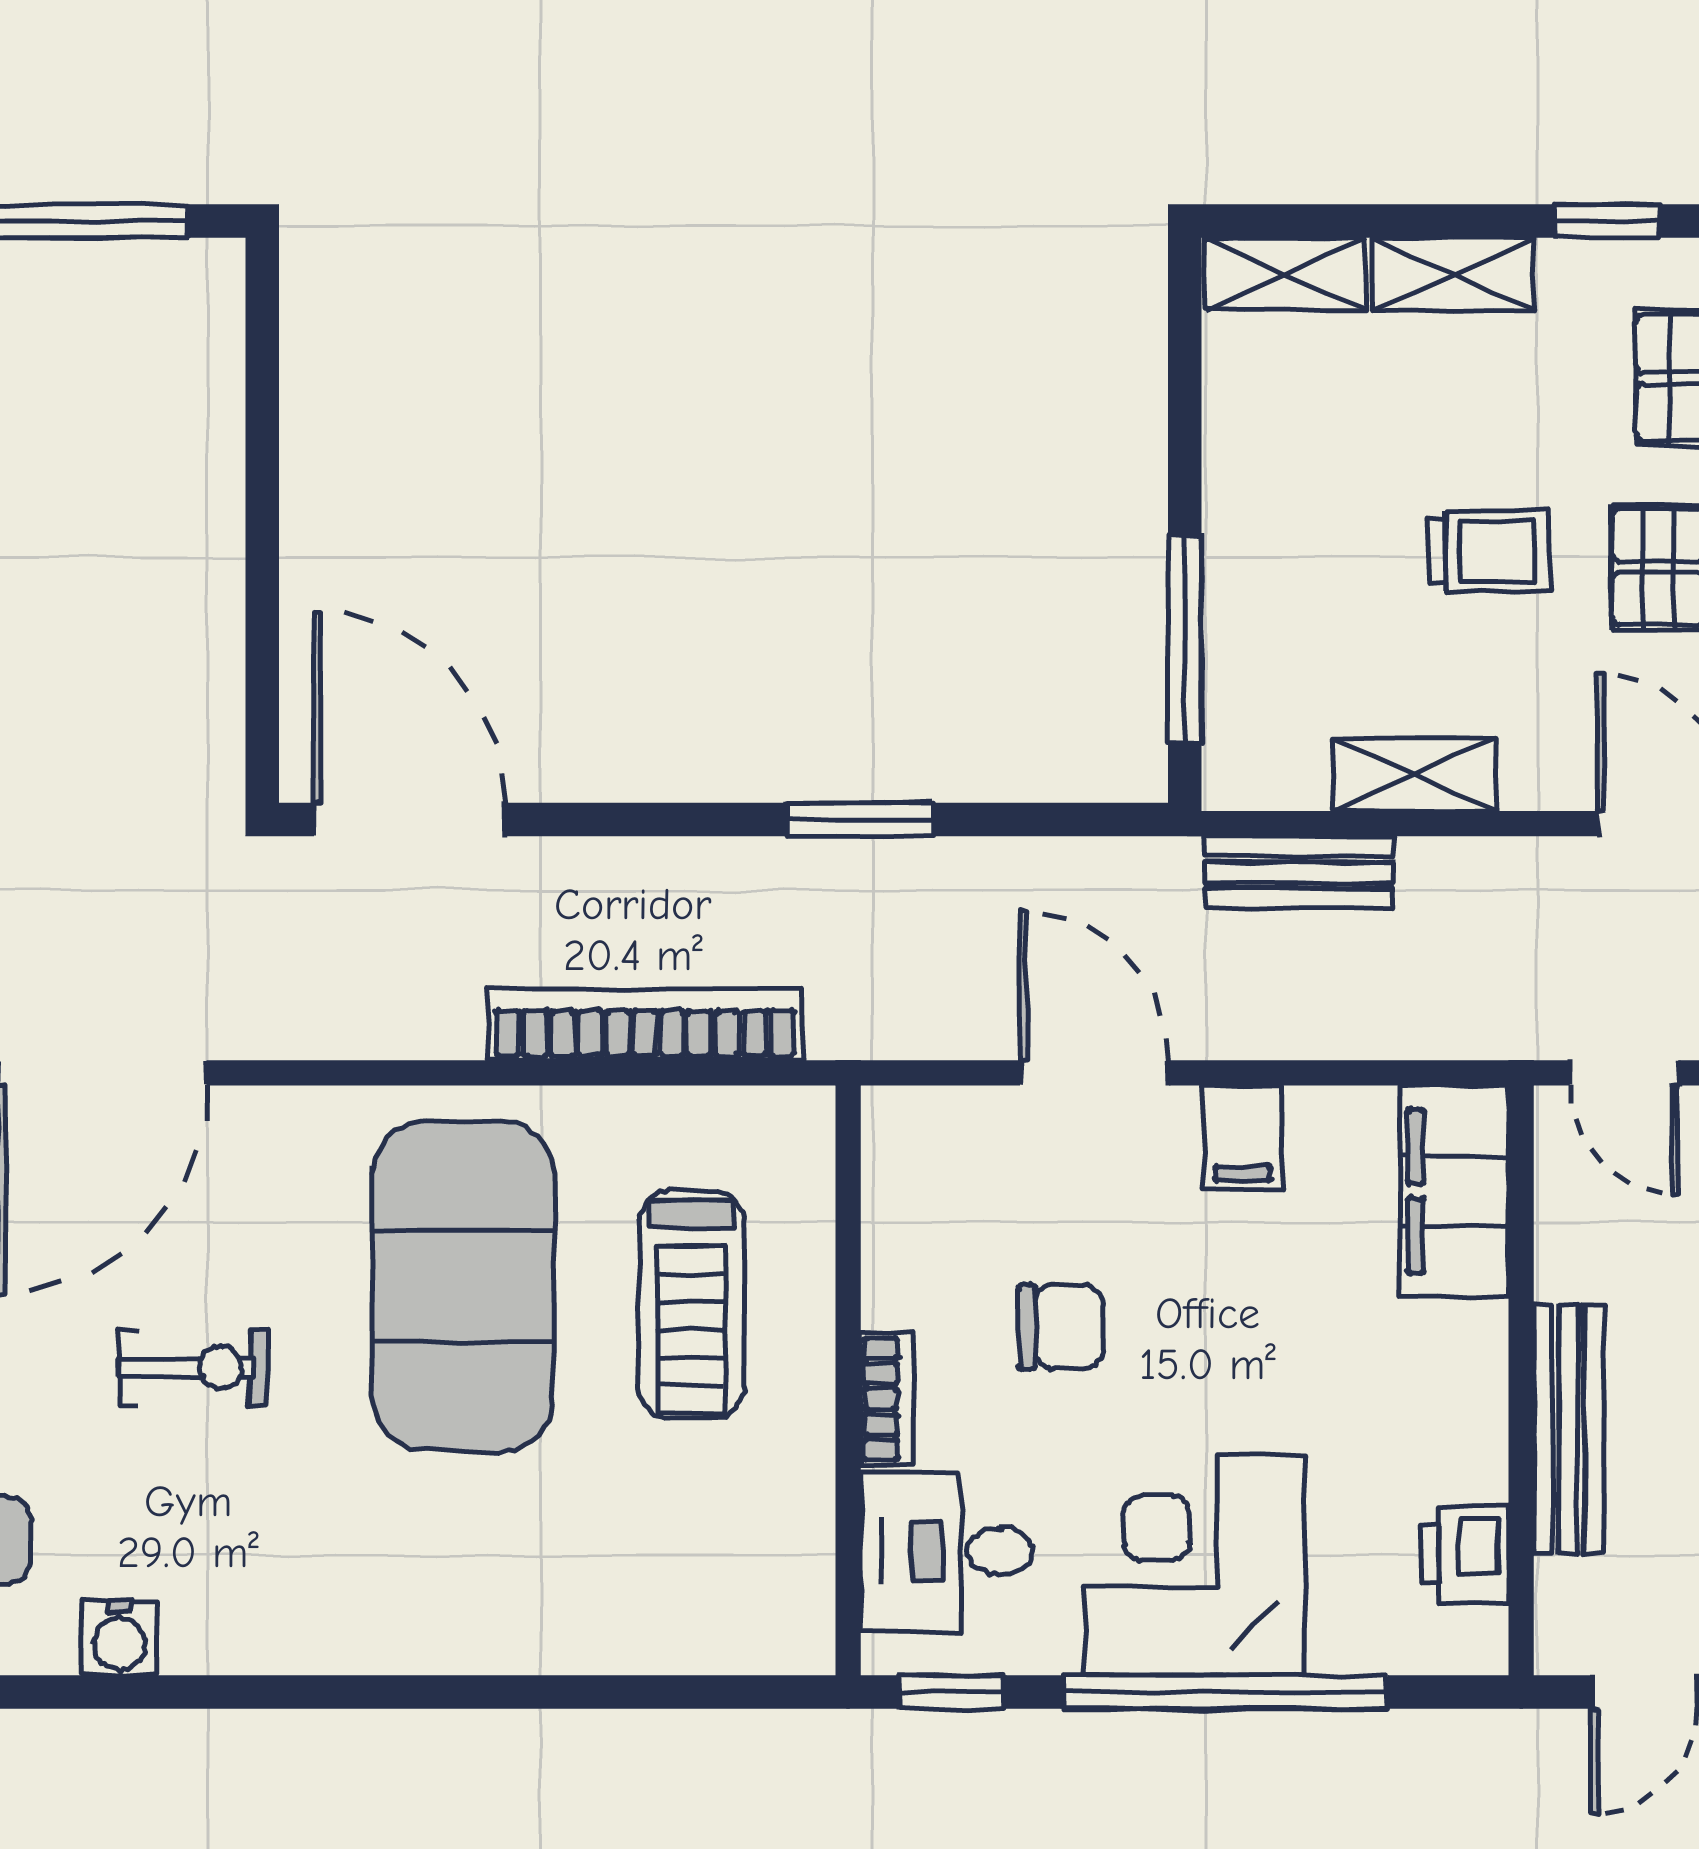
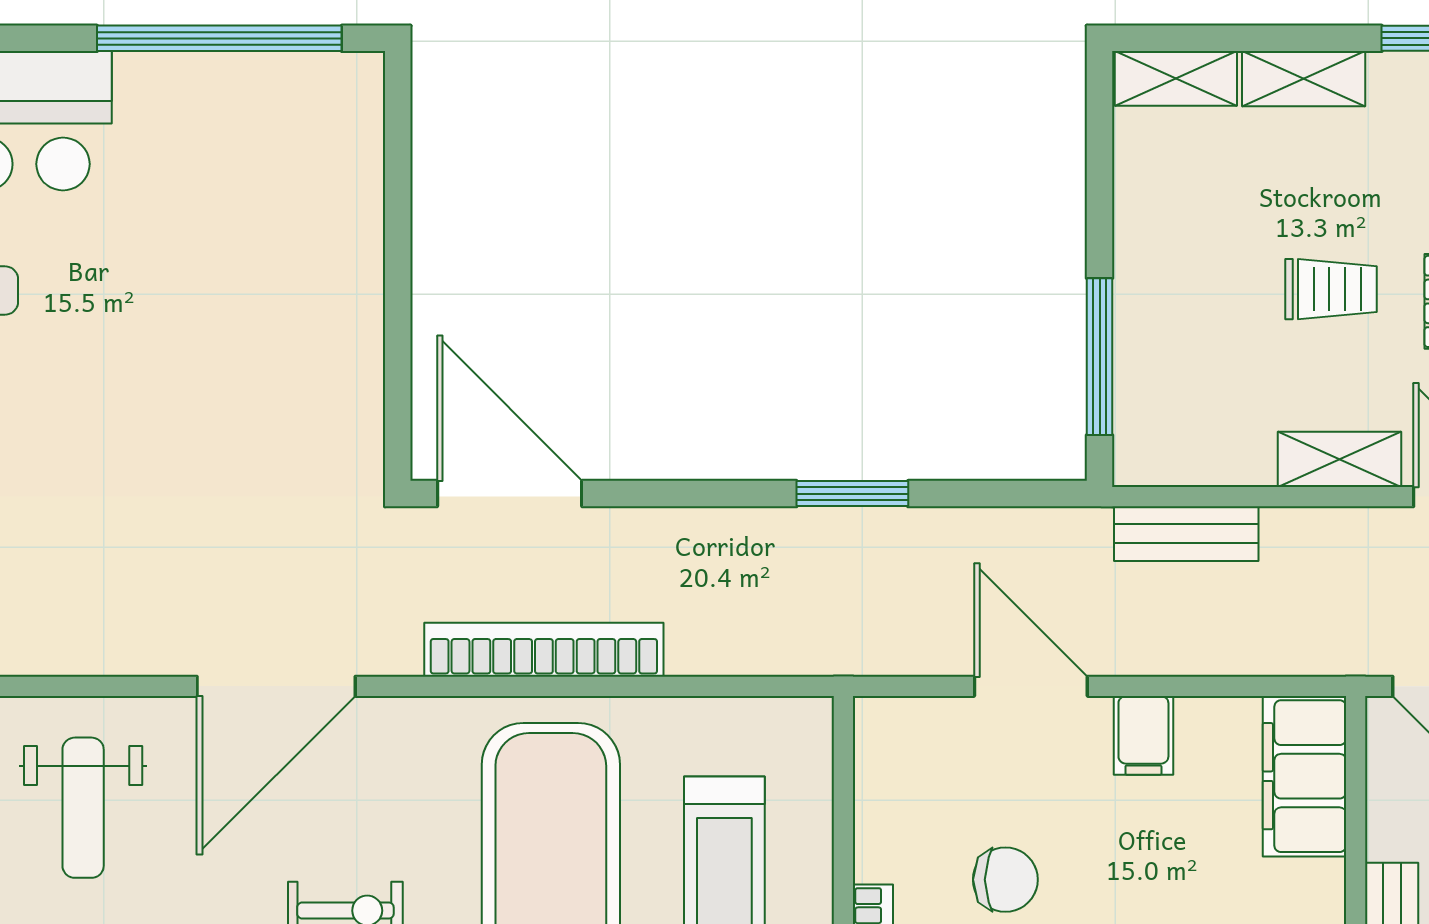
shelving: (1414, 775) -> (1339, 459), moved
bookcase: (645, 1025) -> (544, 650), moved

